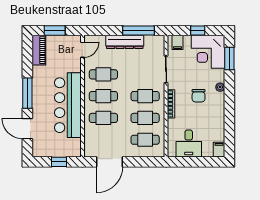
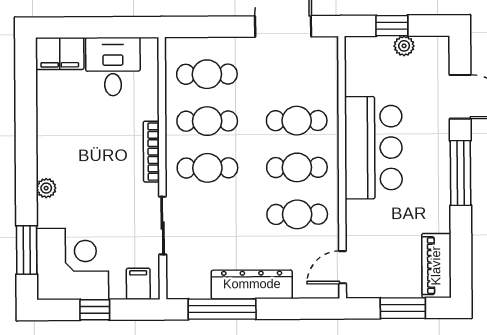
chair: (199, 96) -> (92, 169), removed
bar counter: (68, 105) -> (373, 148), width x0.73
filing cabinet: (219, 150) -> (60, 54), width x2.00
plant: (53, 152) -> (404, 46), added

